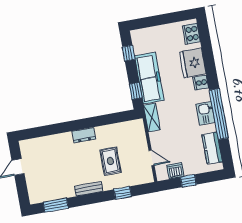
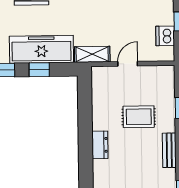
window: (136, 91) -> (39, 70), moved
door: (152, 158) -> (128, 64), moved

